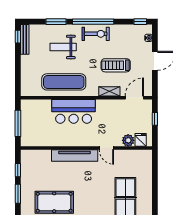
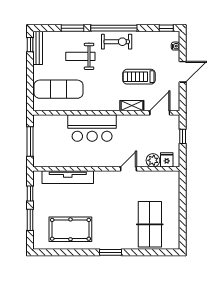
exercise mat: (64, 82) -> (58, 89), moved
door: (106, 148) -> (129, 169), swing flipped
tv unit: (75, 155) -> (68, 177), moved

